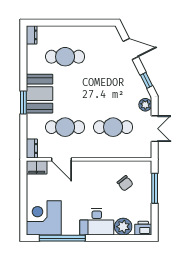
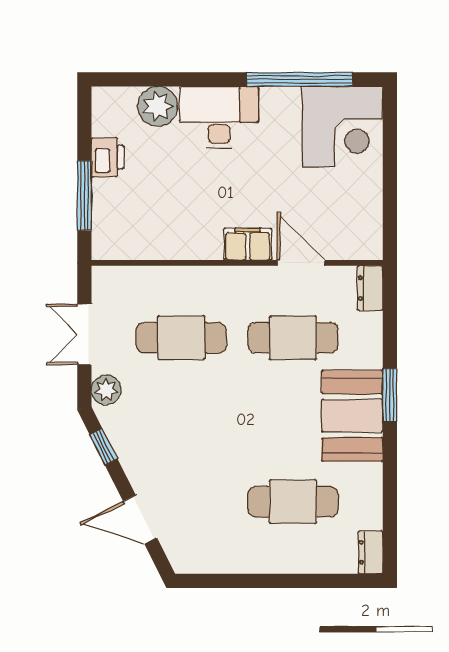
filing cabinet: (37, 167) -> (248, 244), moved
chair: (125, 183) -> (153, 207), removed
printer: (143, 228) -> (108, 157), moved, turned -90

